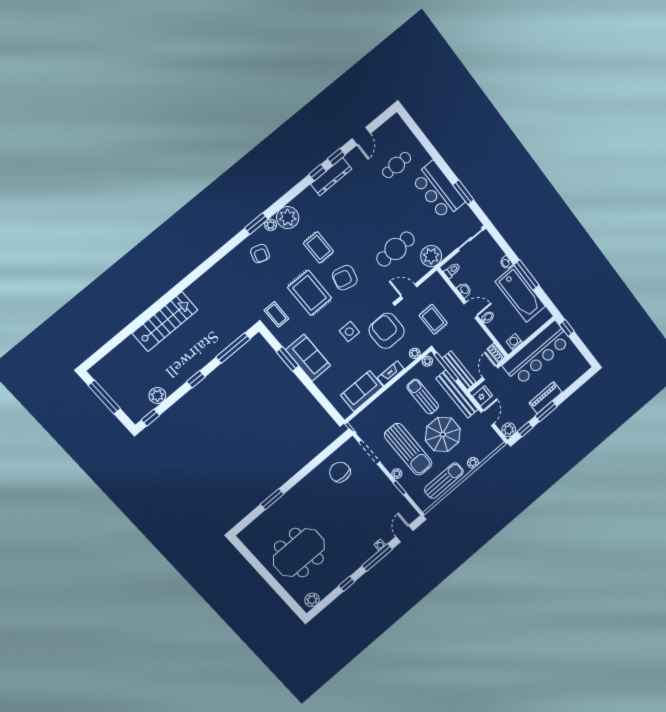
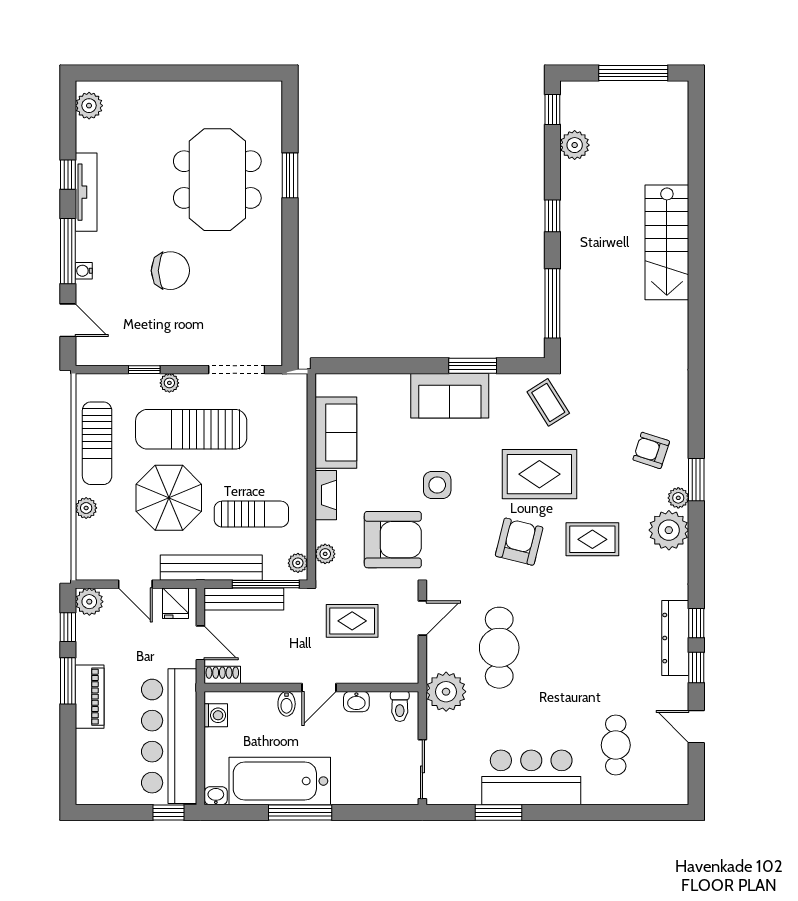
washbasin: (506, 263) -> (216, 796), moved
coffee table: (276, 314) -> (548, 402), turned 58
chair: (340, 472) -> (170, 271), moved
meeting table: (299, 553) -> (217, 180), moved
tv unit: (348, 571) -> (86, 192), added

